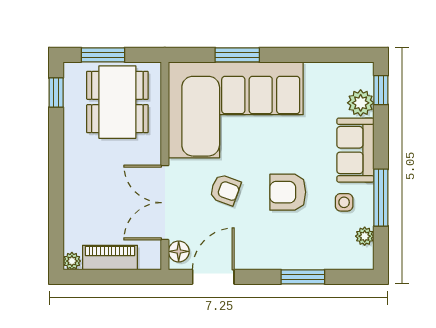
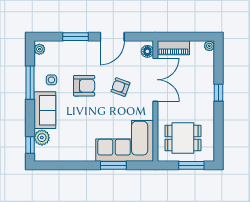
window: (56, 93) -> (218, 93), moved
dining table: (117, 102) -> (183, 138), width x0.73
corner sofa: (236, 110) -> (125, 141), width x0.73, depth x0.74
plant: (365, 236) -> (39, 49), moved
piano: (110, 258) -> (173, 48), moved
door: (213, 277) -> (112, 37), moved

